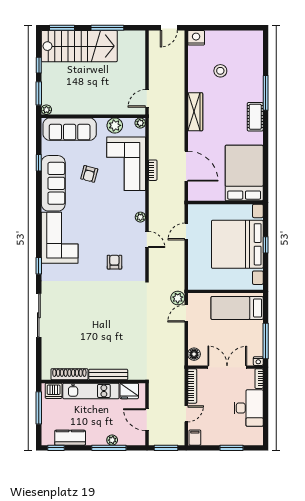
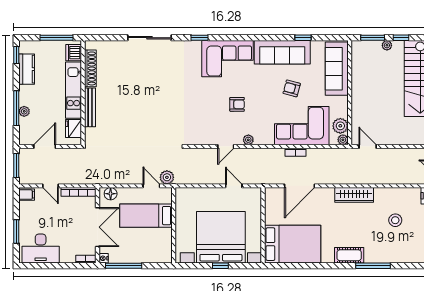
plant: (46, 110) -> (387, 45), moved
plant: (115, 125) -> (340, 126), moved
armchair: (114, 262) -> (237, 104), moved
bed: (237, 308) -> (146, 216), moved, turned -90
desk: (249, 408) -> (41, 249), moved

